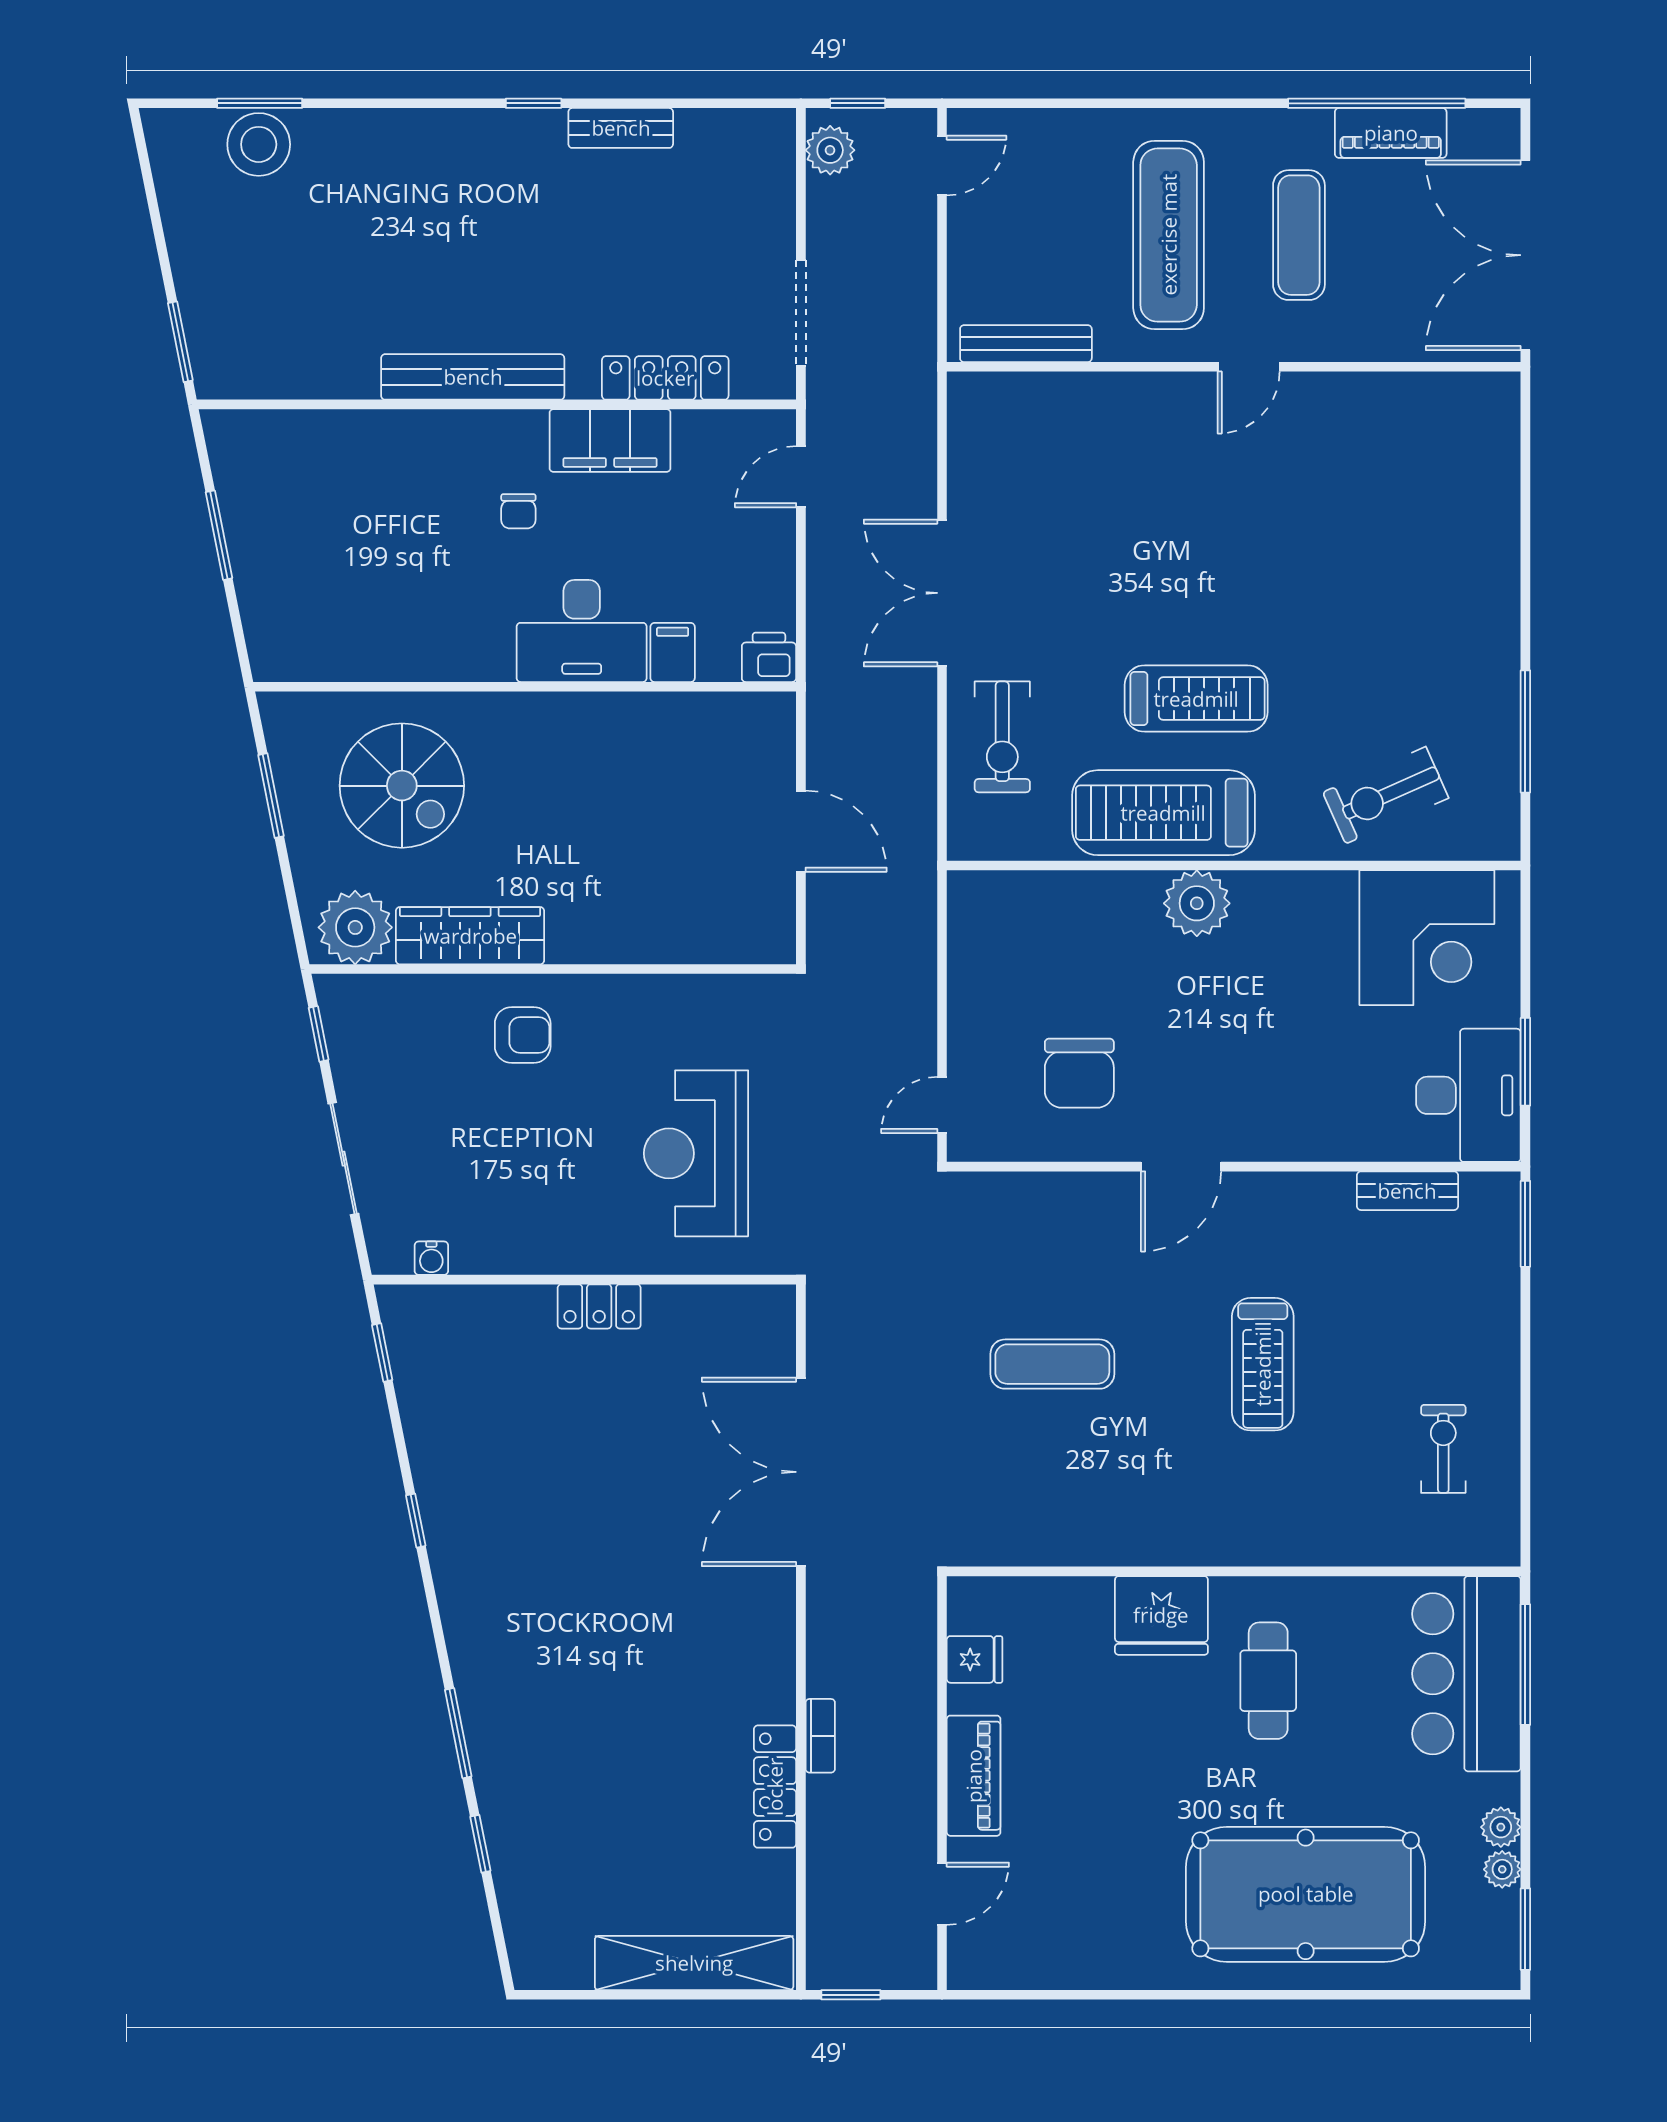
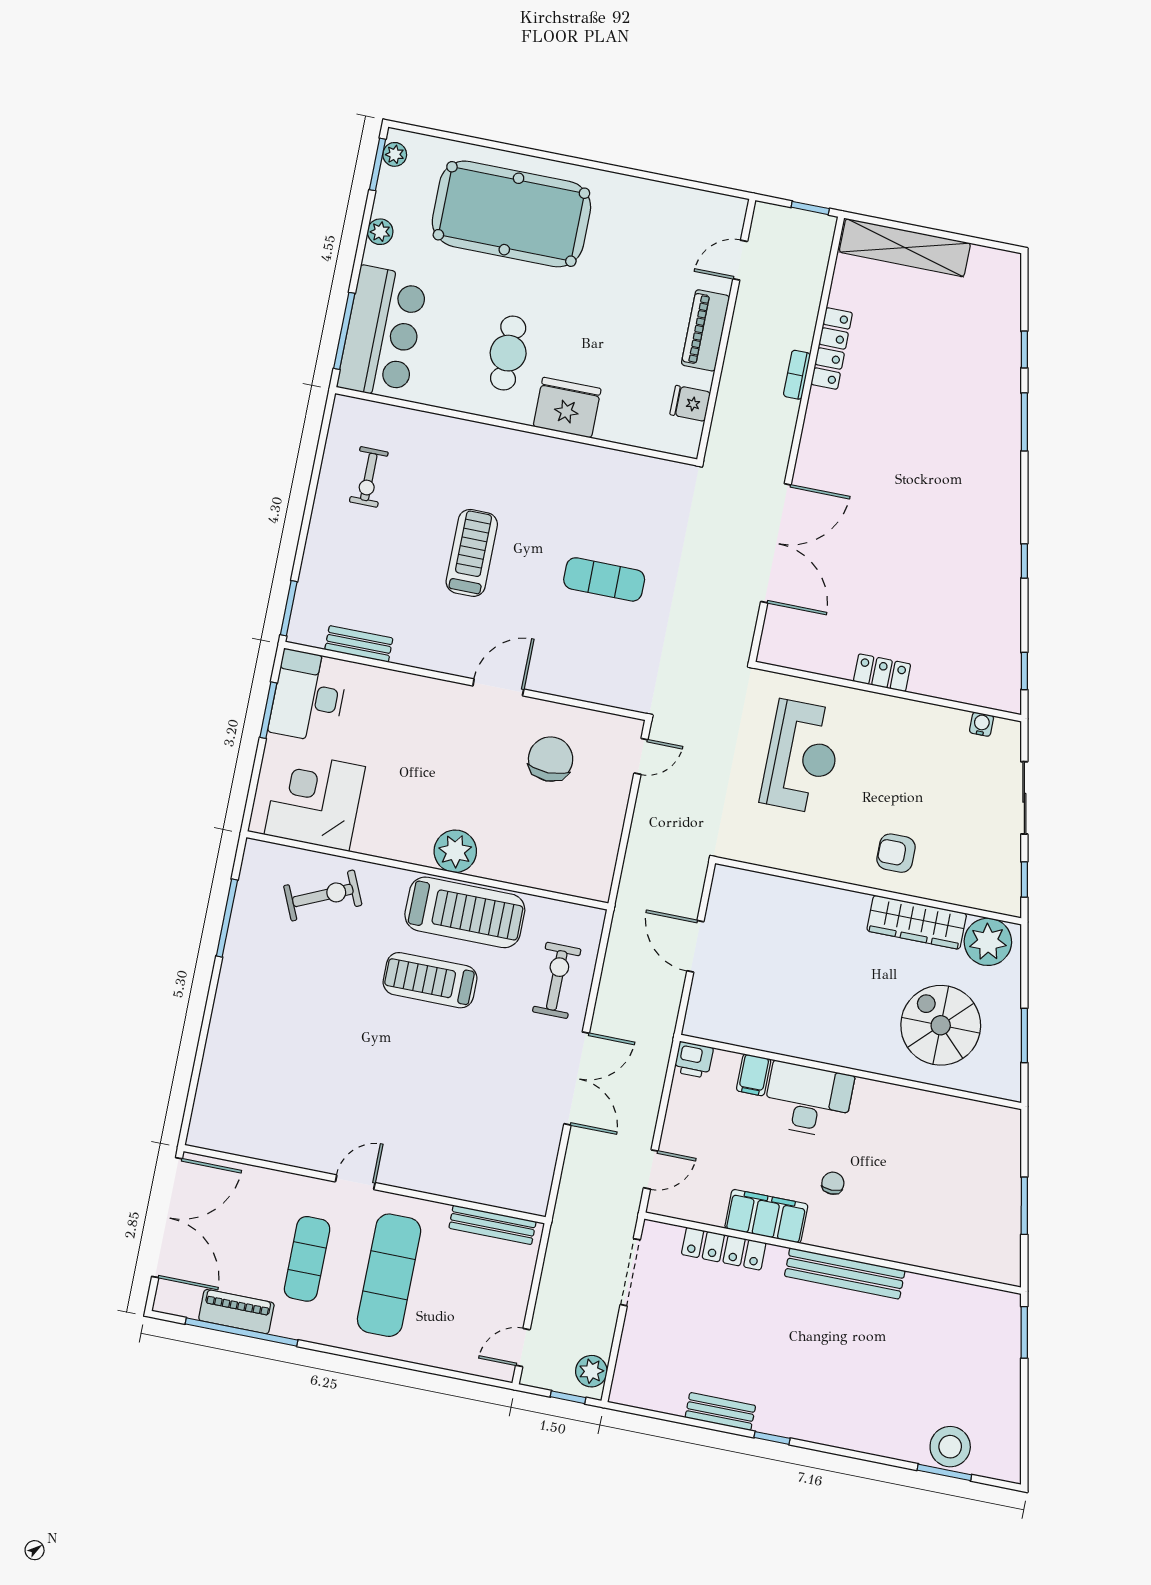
plant: (1502, 1869) -> (395, 154), moved

